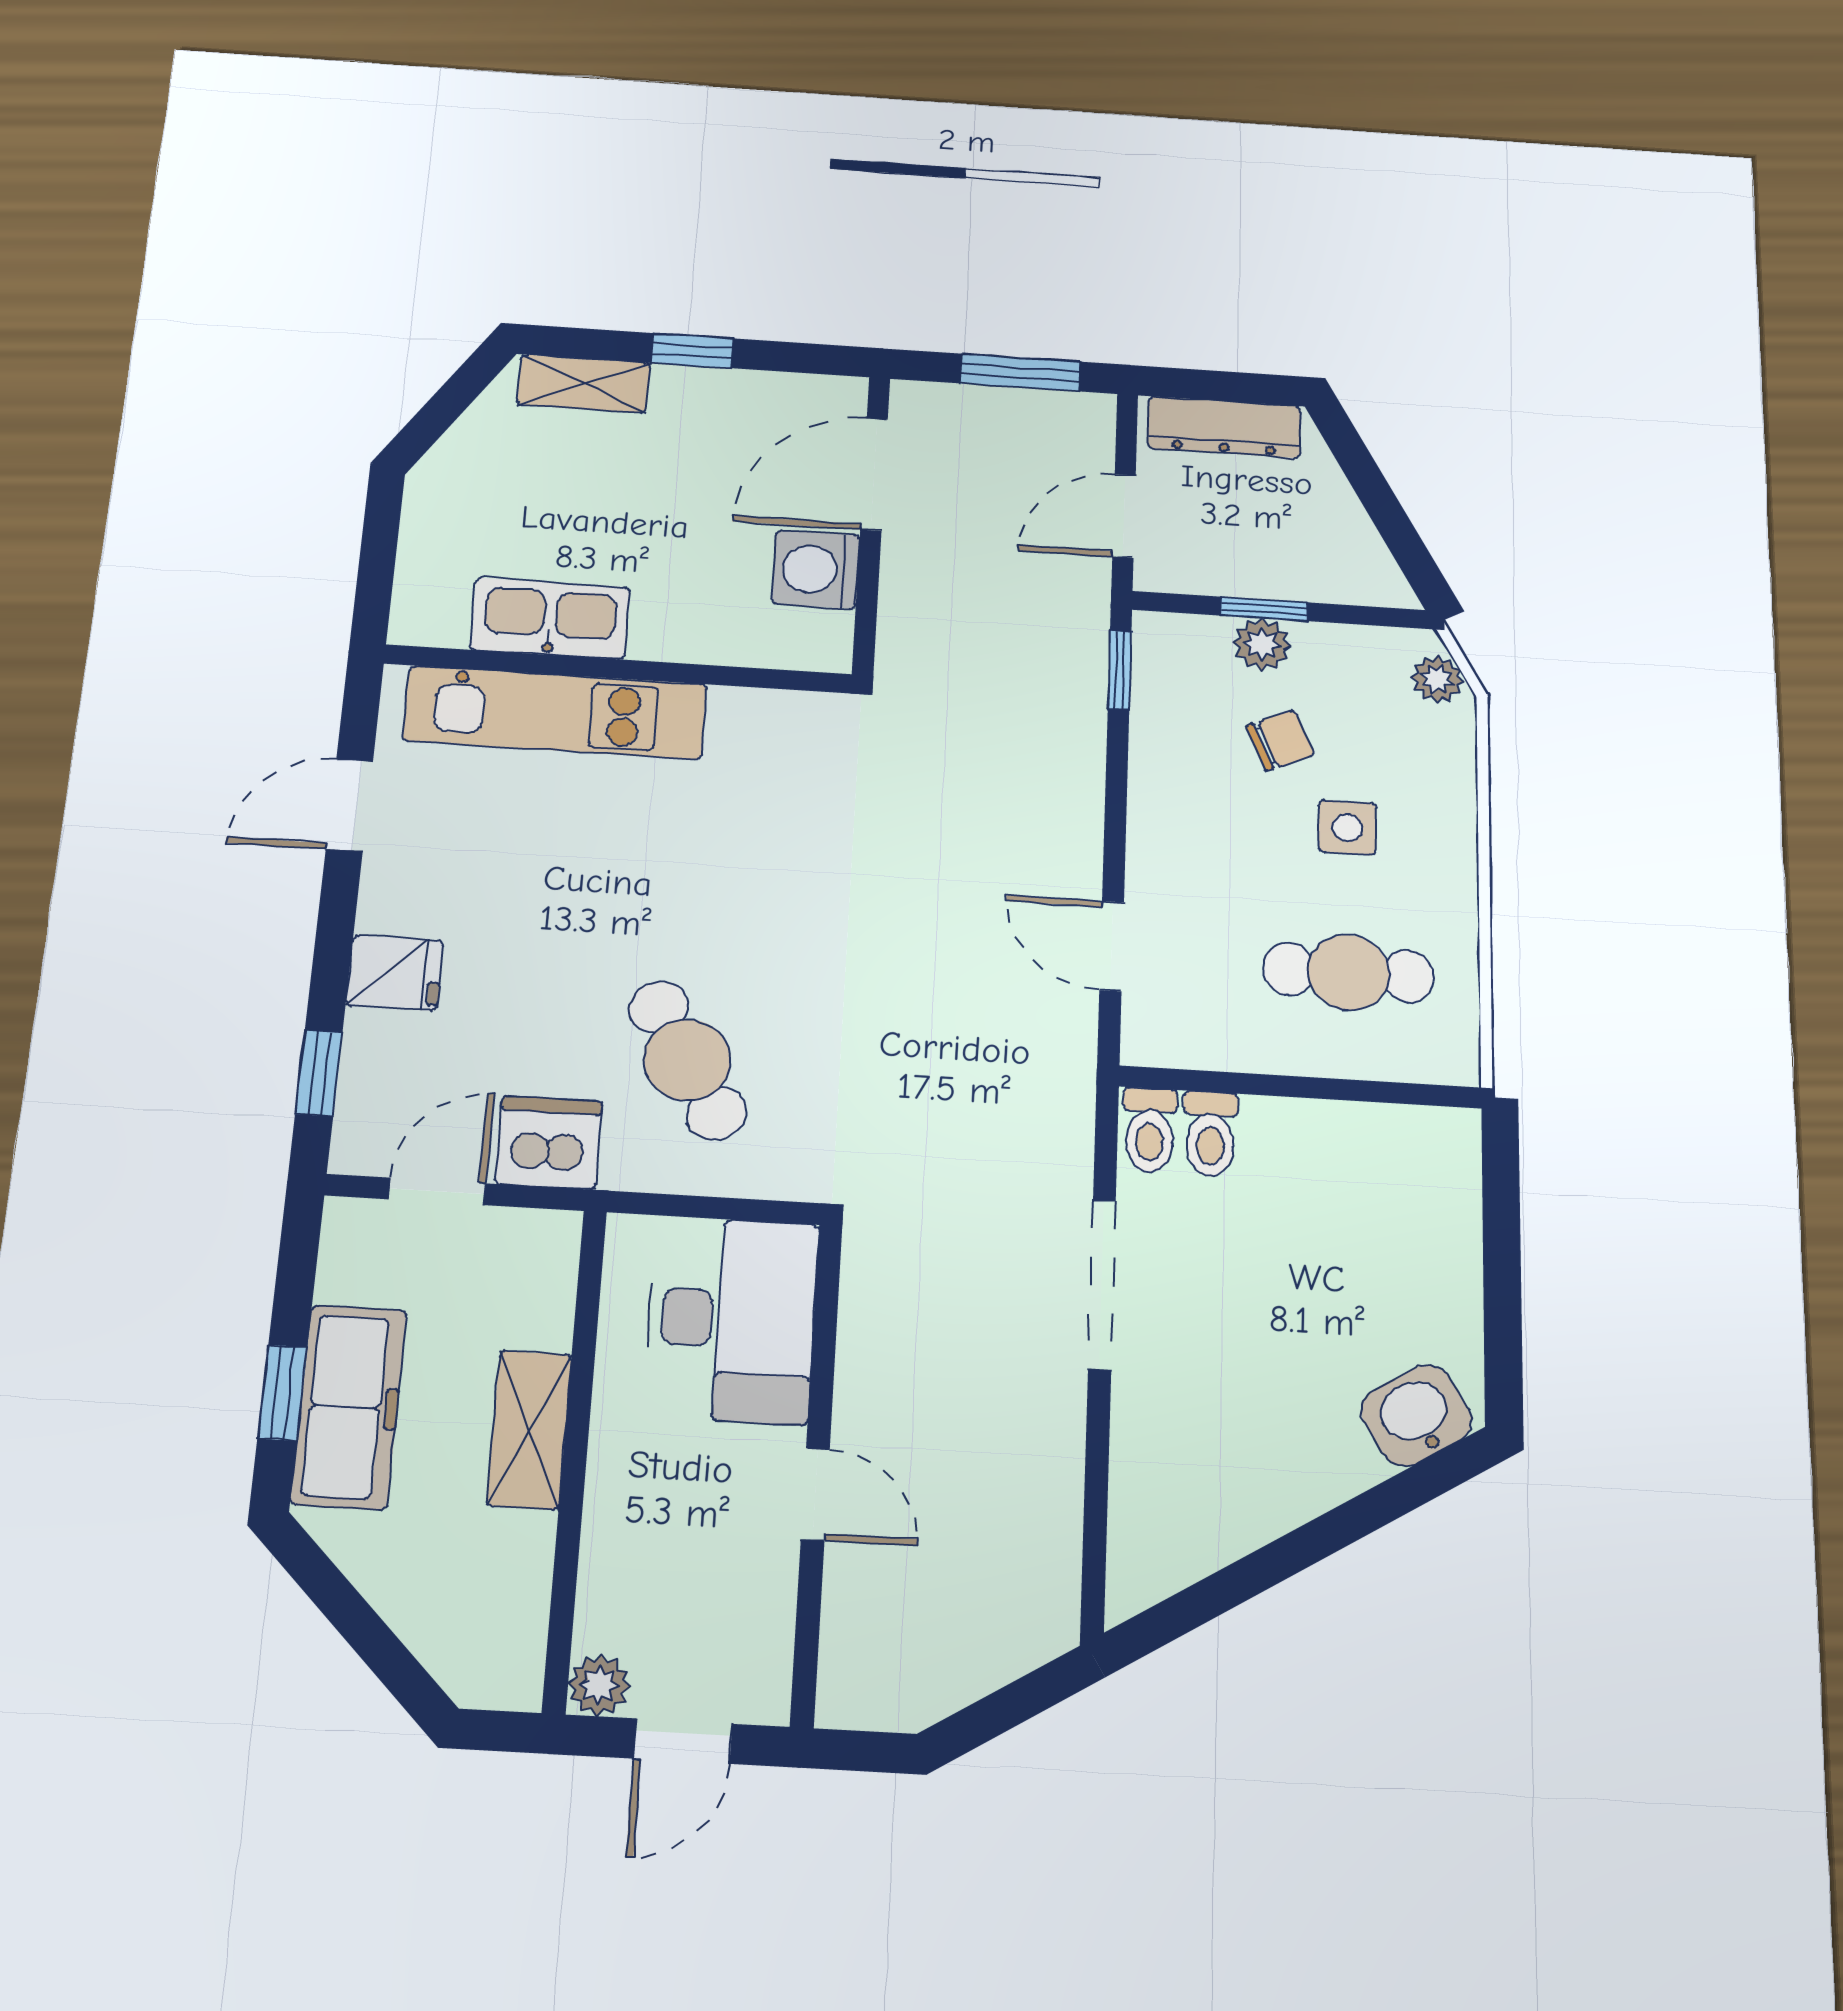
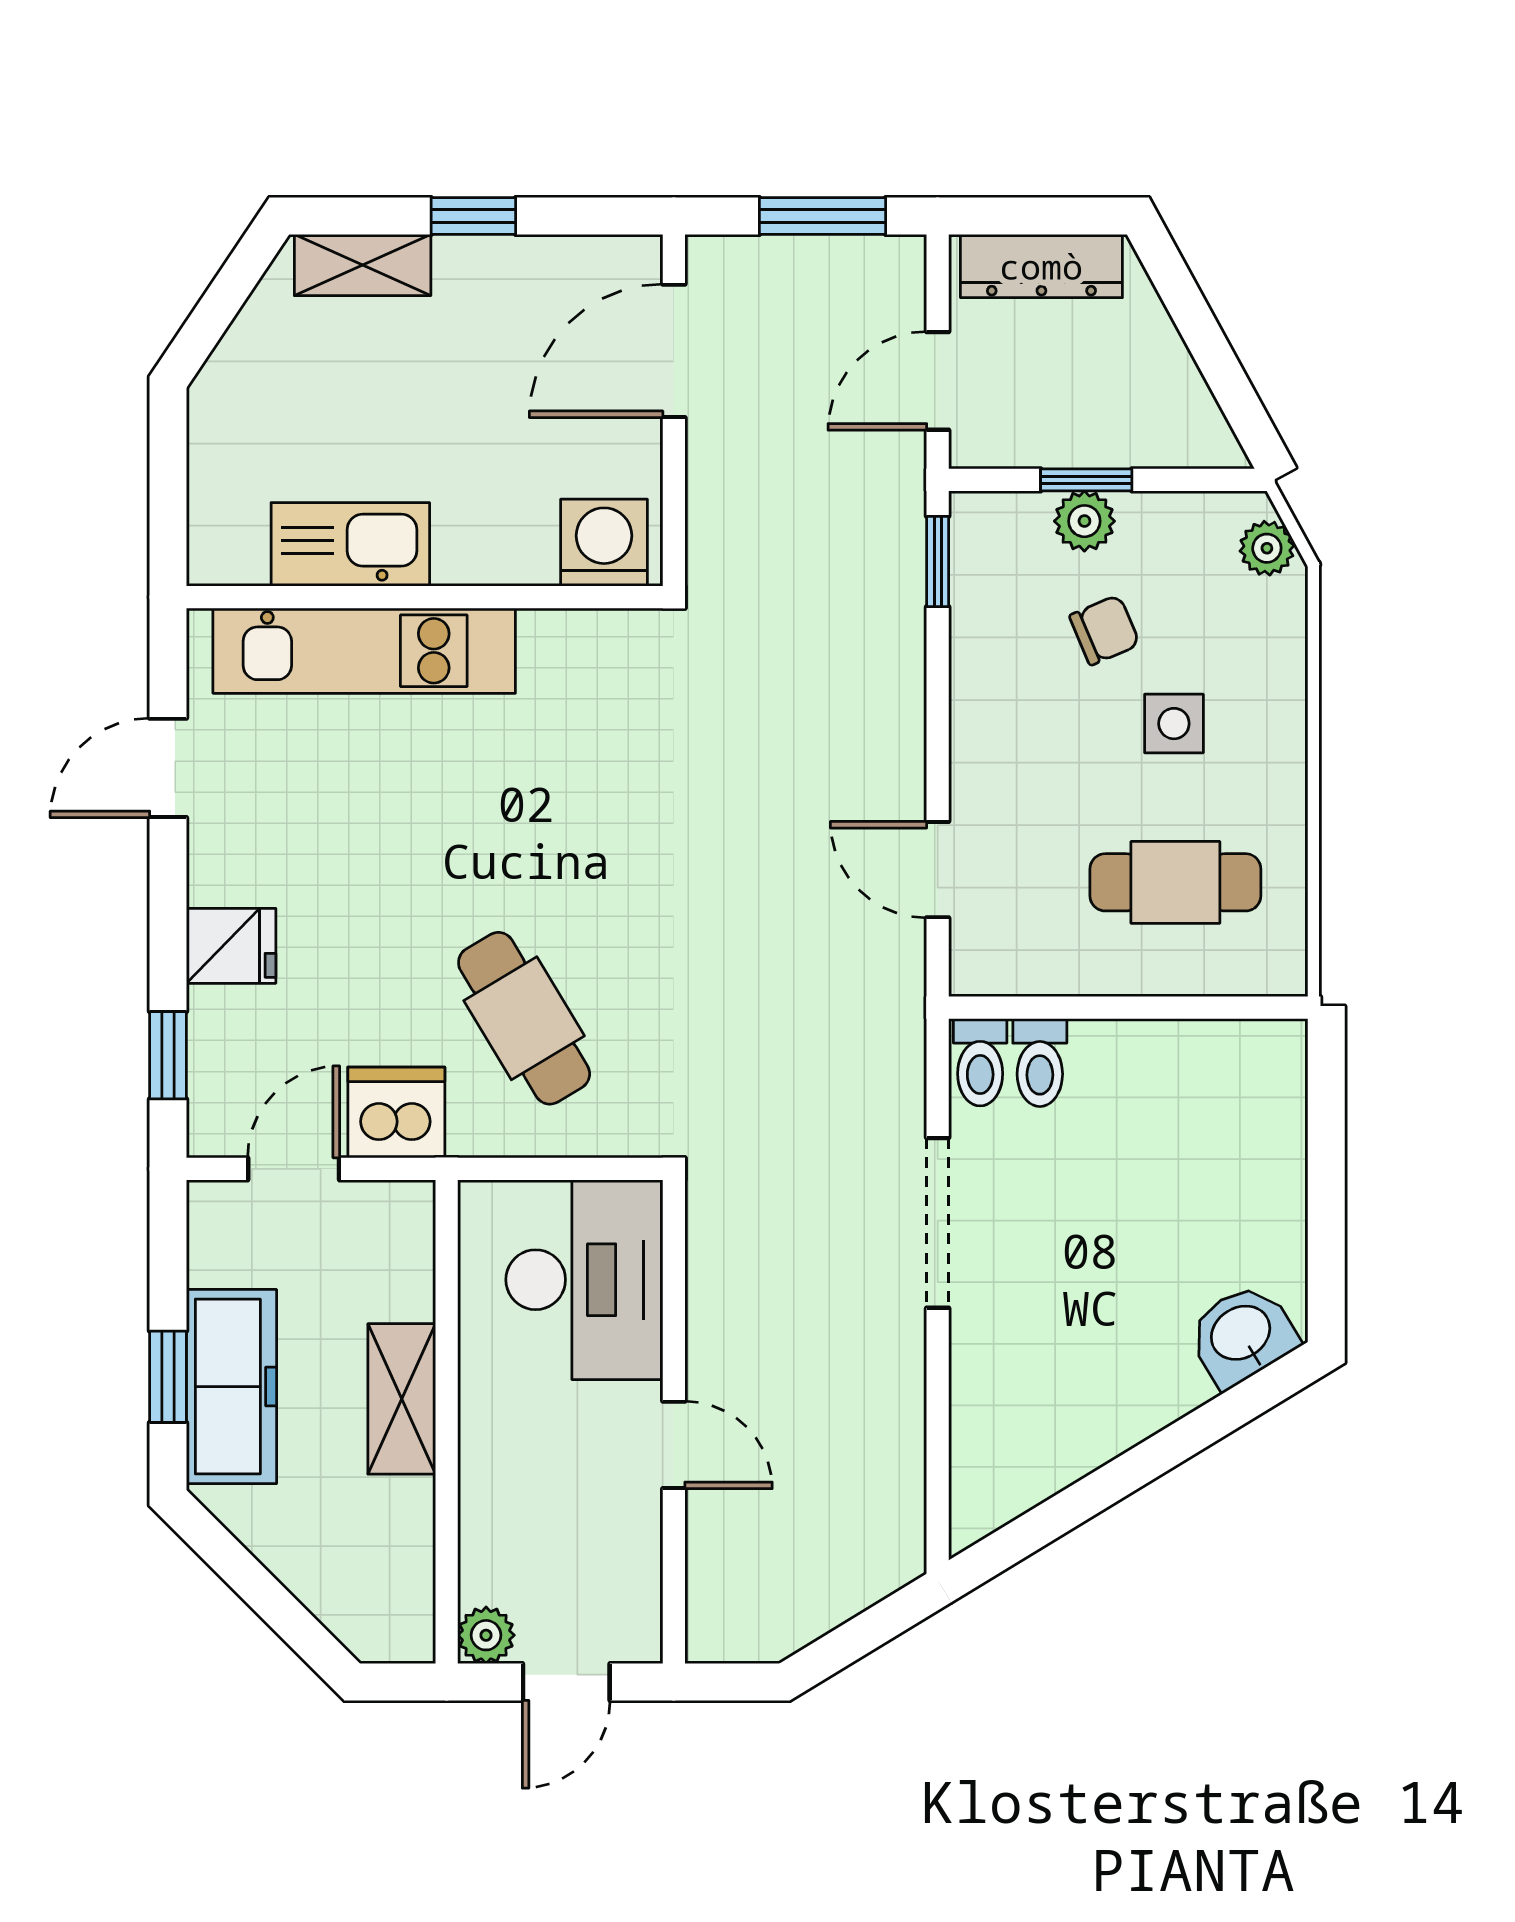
washing machine: (816, 569) -> (604, 543), moved, turned 90

